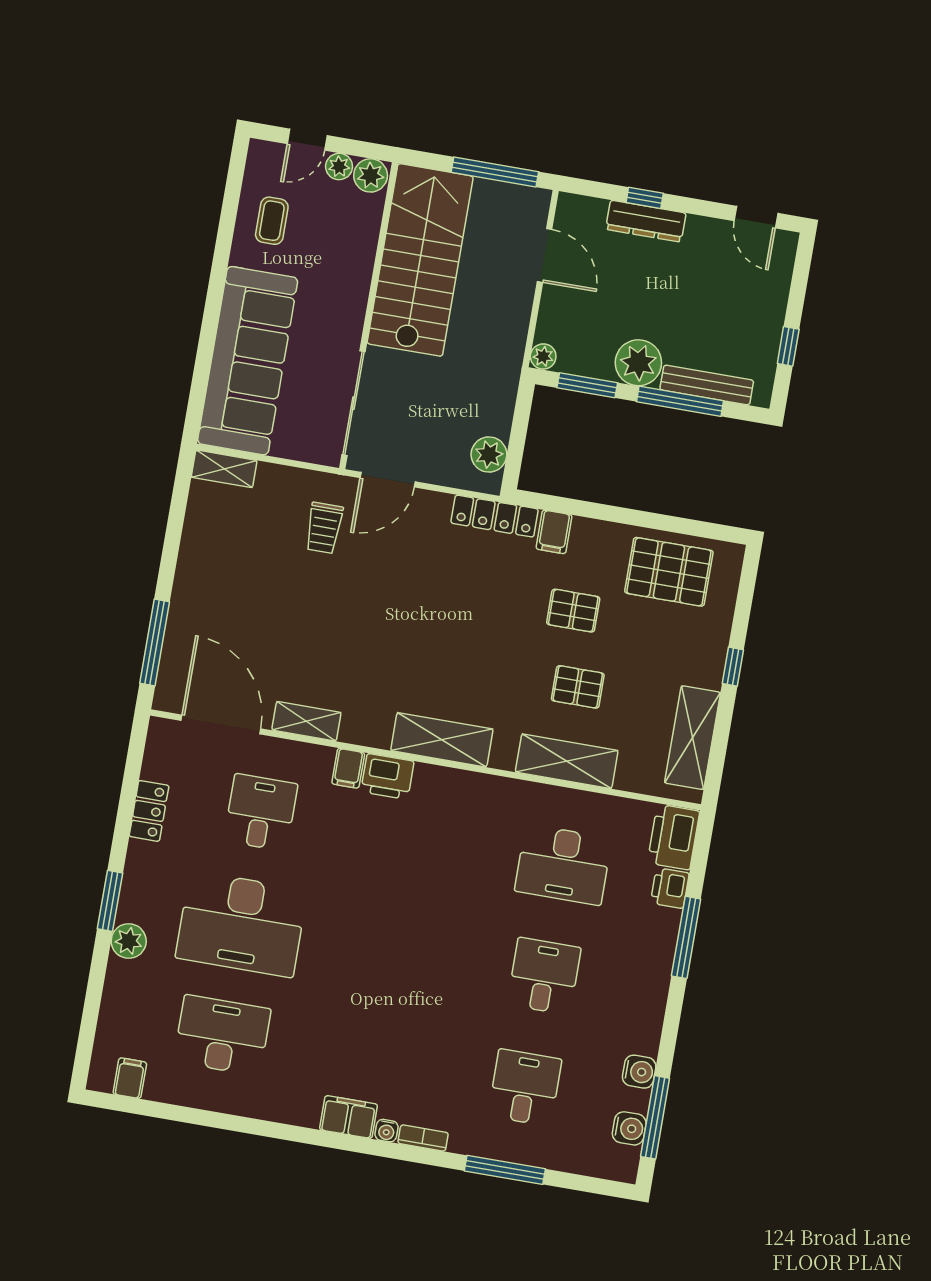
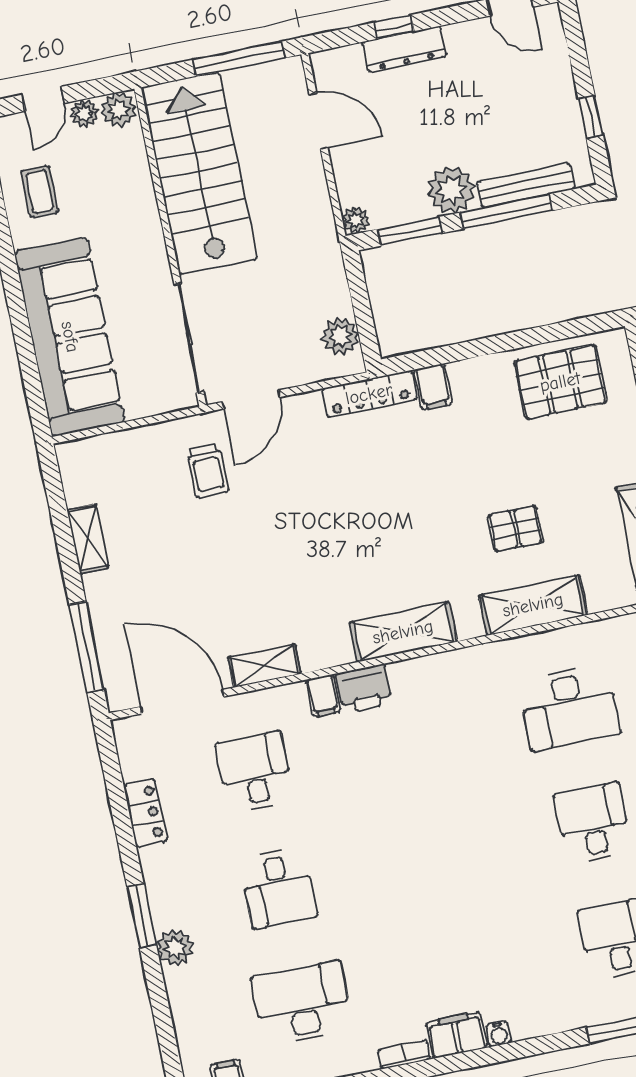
shelving: (224, 469) -> (88, 539), moved, turned 90
pallet: (573, 611) -> (482, 456), removed
desk: (241, 924) -> (278, 888), width x0.53, depth x0.77
bookcase: (423, 1138) -> (404, 1054), moved

